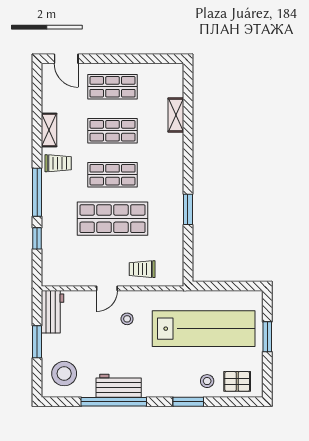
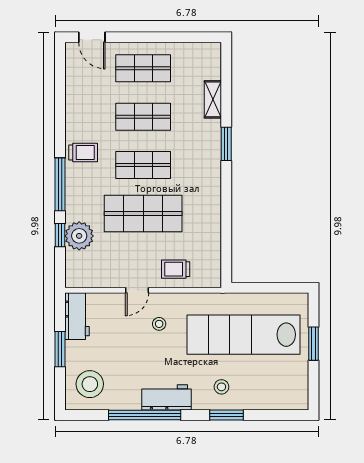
shelving: (49, 130) -> (73, 116), removed
window: (188, 209) -> (226, 144), moved
plant: (54, 239) -> (79, 236), added
lab bench: (204, 329) -> (243, 335), turned 180
stool: (207, 381) -> (221, 387), moved
pallet: (237, 381) -> (280, 393), removed
workbench: (119, 386) -> (167, 397), moved

